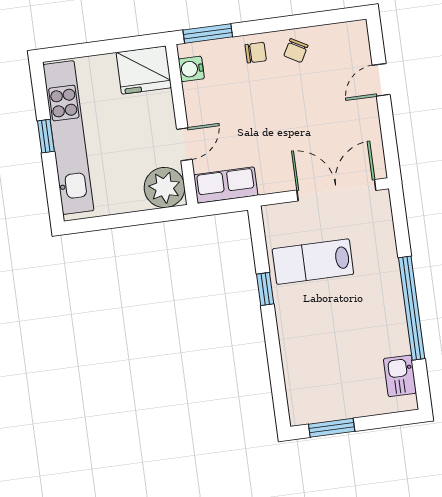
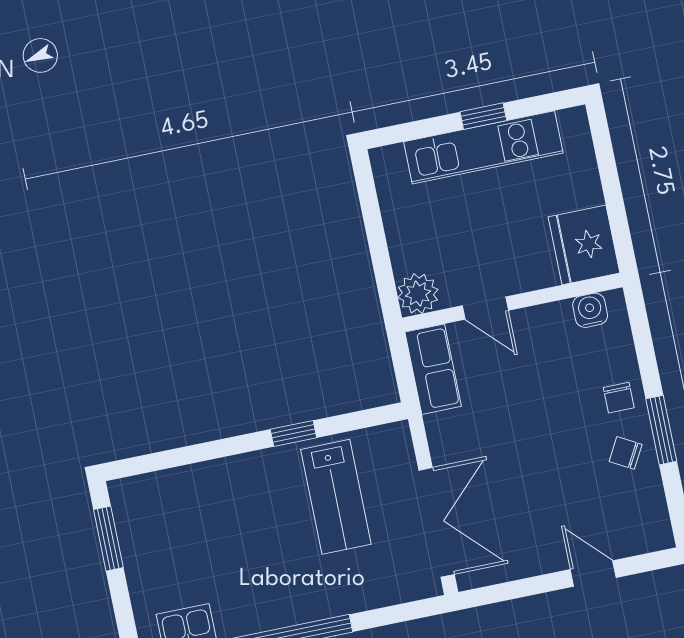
window: (208, 33) -> (661, 430), moved
kitchen unit: (68, 138) -> (483, 147), width x0.73
plant: (164, 188) -> (418, 294), width x0.73, depth x0.73
lab bench: (313, 262) -> (336, 497), turned 180

